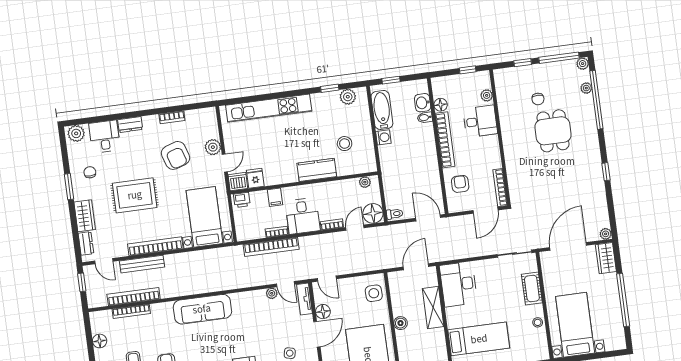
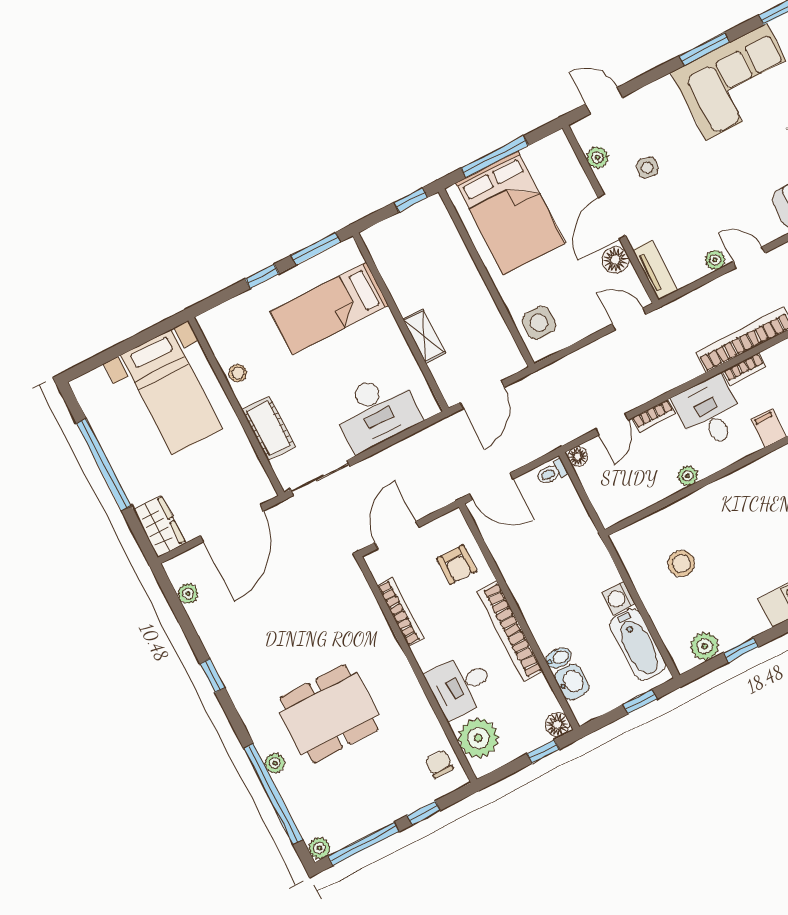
window: (468, 70) -> (543, 751), moved
plant: (586, 88) -> (275, 763), moved
plant: (487, 95) -> (478, 738), width x1.88, depth x1.88
chair: (538, 99) -> (439, 764), moved
floor lamp: (441, 105) -> (557, 725), moved
dining table: (553, 131) -> (329, 714), width x1.38
kitchen counter: (317, 170) -> (713, 501), removed
plant: (365, 182) -> (688, 476), moved
bookcase: (500, 188) -> (400, 612), moved
floor lamp: (373, 213) -> (578, 456), width x0.53, depth x0.53
plant: (606, 234) -> (188, 594), moved
door: (285, 284) -> (749, 257), moved
desk: (458, 284) -> (376, 411), moved, turned 90
shelving: (433, 308) -> (424, 336), width x0.67, depth x0.75
boiler: (401, 323) -> (474, 288), removed

